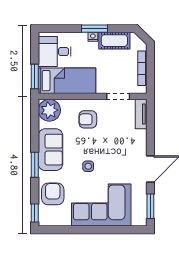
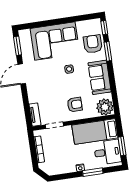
window: (94, 29) -> (93, 172), moved
cot: (114, 41) -> (63, 167), removed
window: (35, 77) -> (122, 146), moved
window: (35, 165) -> (108, 51), moved
armchair: (53, 194) -> (93, 44), turned 180

